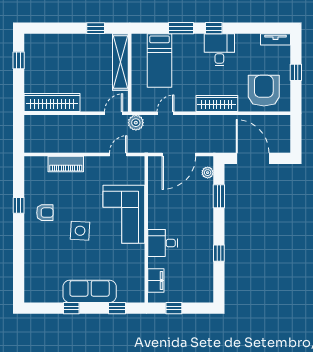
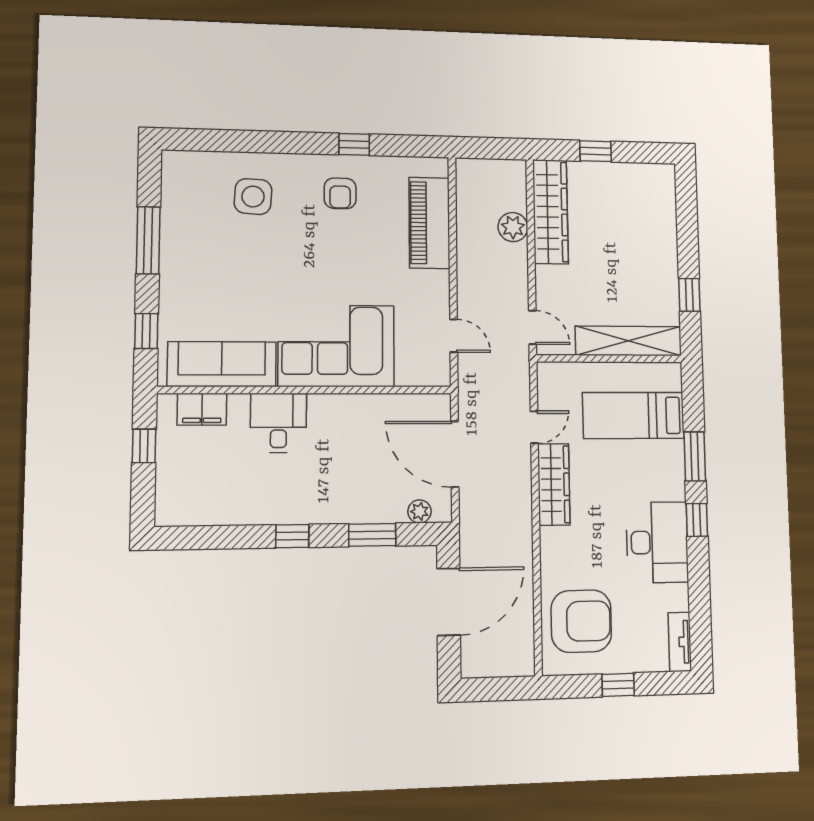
desk: (219, 50) -> (657, 542), width x1.37
window: (19, 60) -> (596, 151), moved
wardrobe: (217, 103) -> (554, 484), moved
door: (165, 113) -> (534, 427), hinge flipped
plant: (136, 123) -> (513, 227), moved
piano: (66, 164) -> (429, 223), width x1.37, depth x1.33
side table: (80, 231) -> (253, 197), moved
window: (219, 253) -> (292, 536), moved
sofa: (90, 291) -> (222, 364), moved, turned -90
window: (71, 308) -> (148, 240), width x2.17

